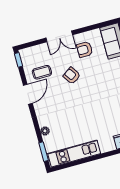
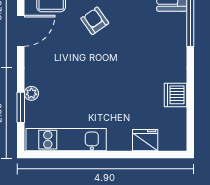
window: (44, 152) -> (21, 107), moved

